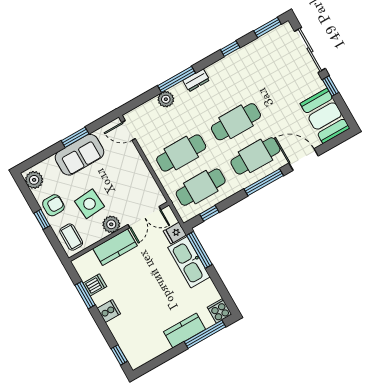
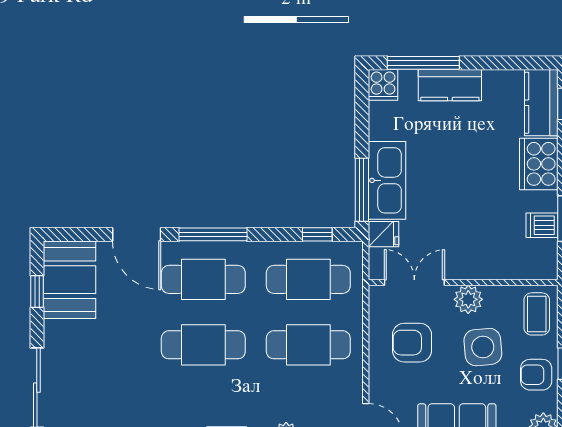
window: (331, 86) -> (37, 291), moved
armchair: (128, 185) -> (412, 343), added
kitchen counter: (115, 247) -> (541, 103), moved, turned -90
cooker: (109, 311) -> (539, 164), width x1.87, depth x1.31

